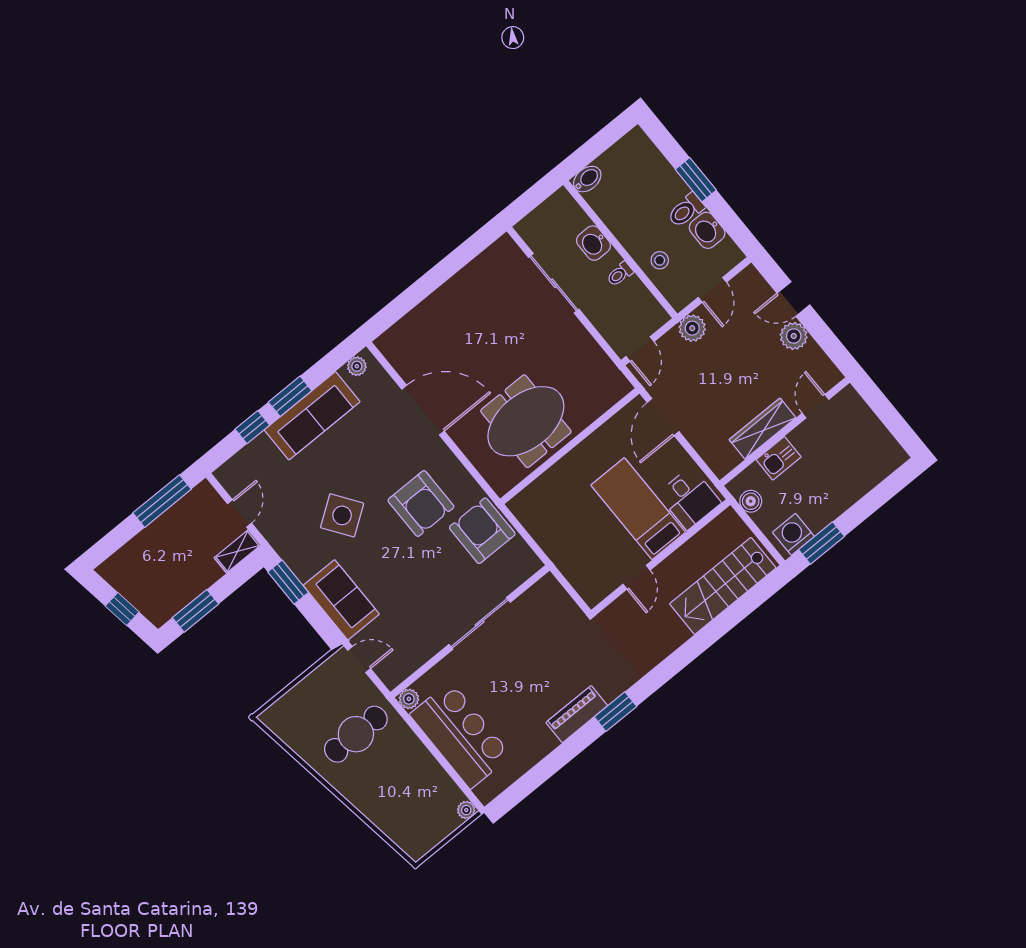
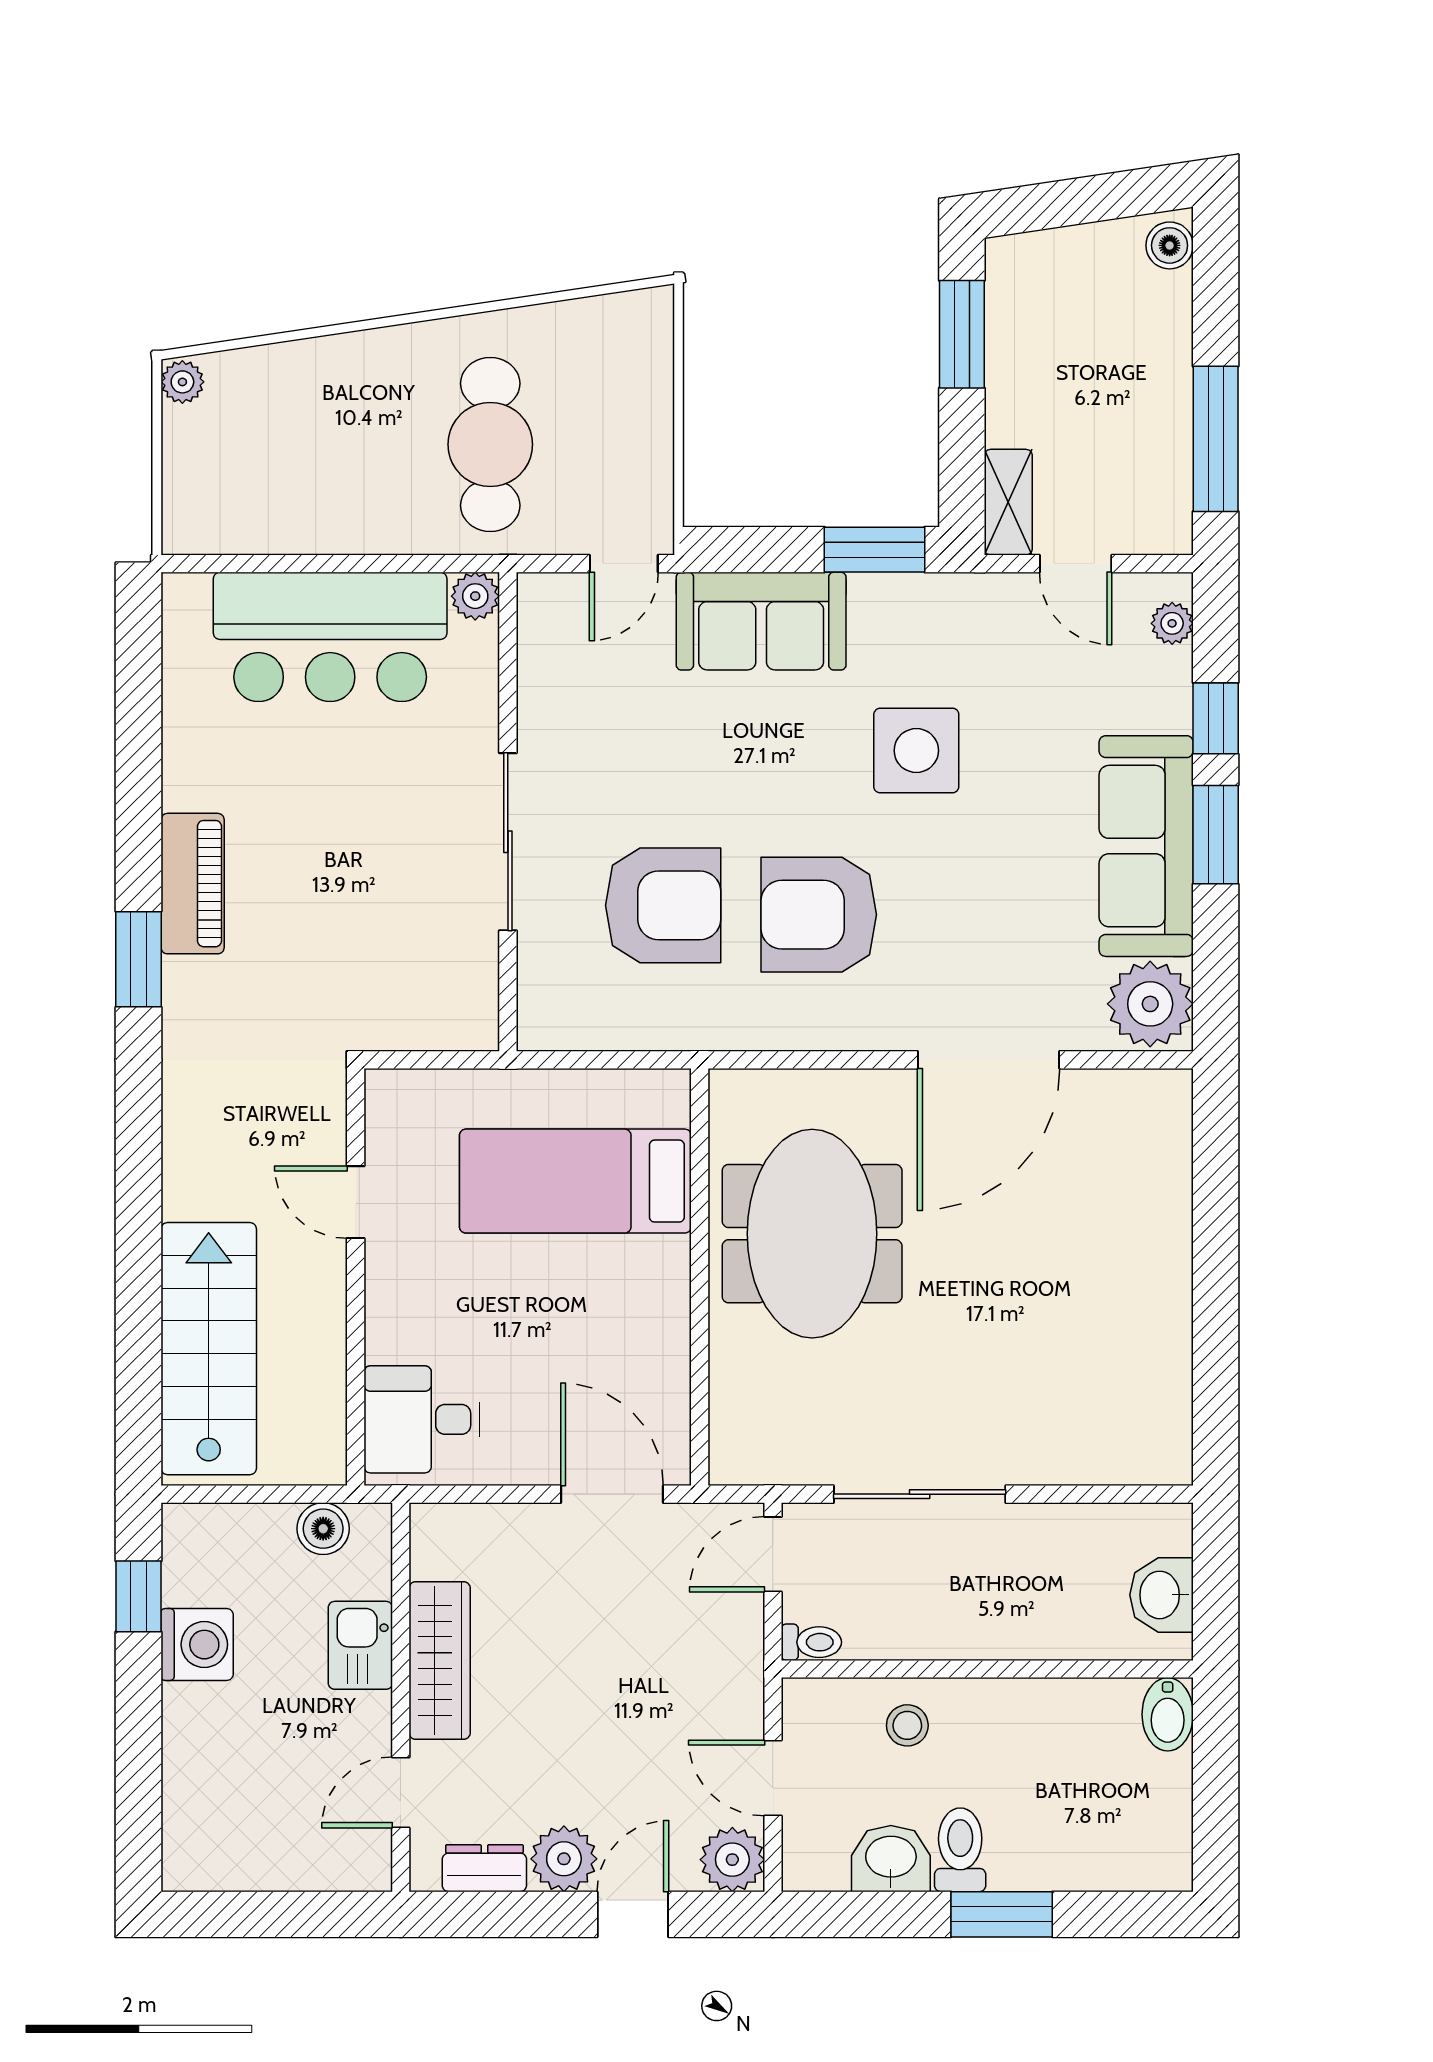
washbasin: (594, 243) -> (1162, 1595), moved, turned -90
toilet: (620, 274) -> (811, 1642), moved, turned 90
sliding door: (554, 283) -> (920, 1494), moved
plant: (692, 328) -> (732, 1860), moved
door: (640, 349) -> (773, 1554), hinge flipped
dresser: (818, 359) -> (484, 1868), added
plant: (357, 366) -> (1150, 1004), width x1.88, depth x1.88
door: (815, 406) -> (401, 1792), swing flipped
plant: (233, 466) -> (1172, 623), added
bed: (638, 509) -> (575, 1181), moved, turned 180
side table: (342, 515) -> (916, 751), turned 35
armchair: (482, 531) -> (663, 905), moved
washing machine: (793, 534) -> (197, 1645), moved
window: (821, 543) -> (139, 1596), width x0.67
boiler: (112, 567) -> (1170, 245), added
window: (122, 609) -> (1076, 201), removed
plant: (466, 810) -> (182, 382), moved

